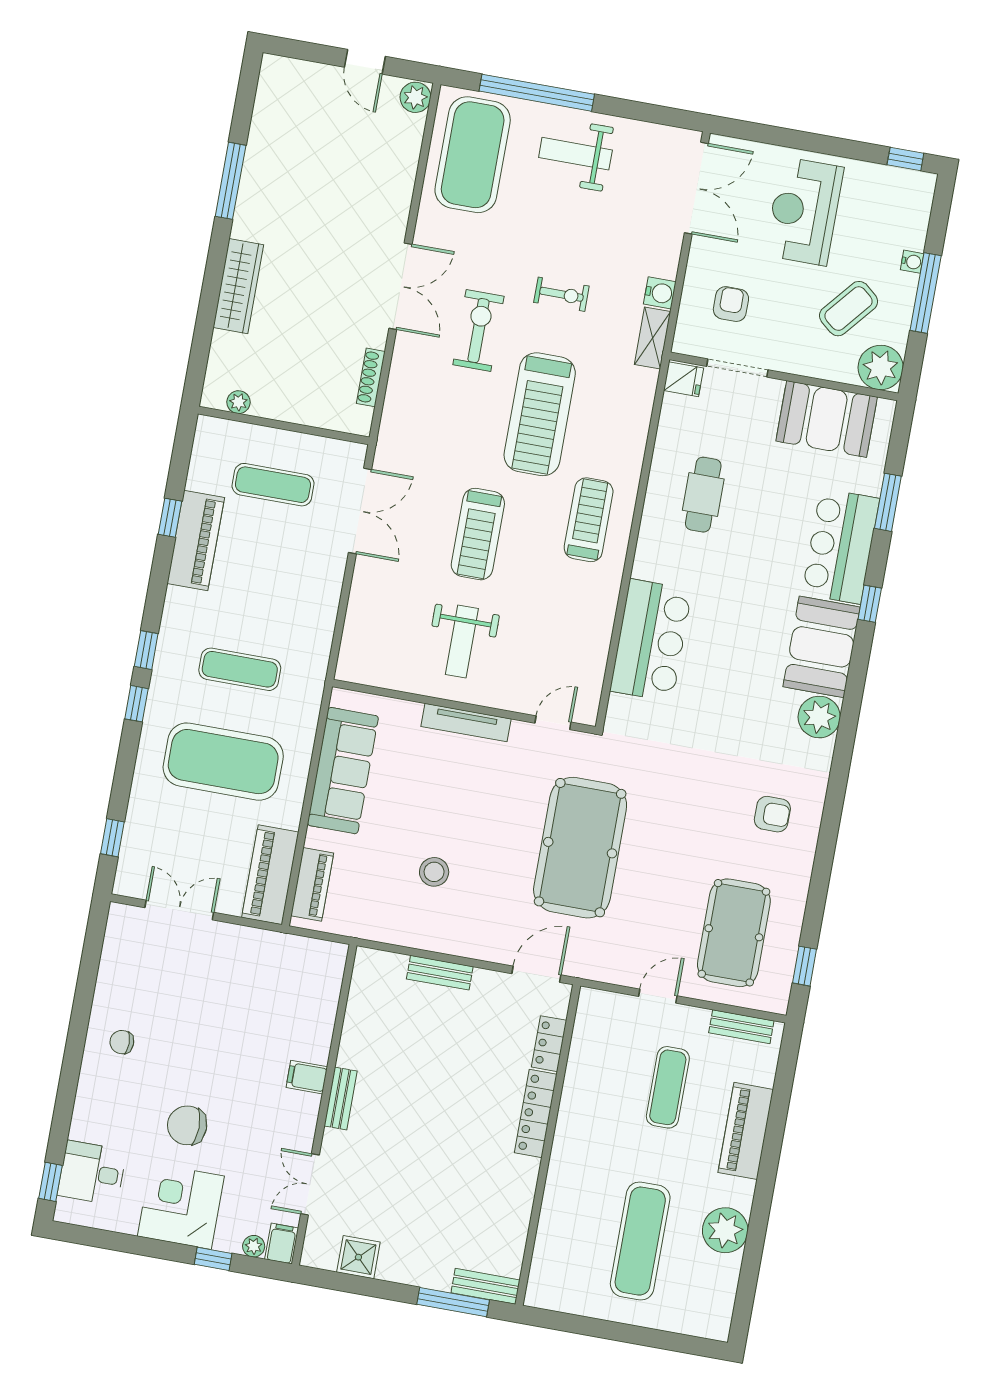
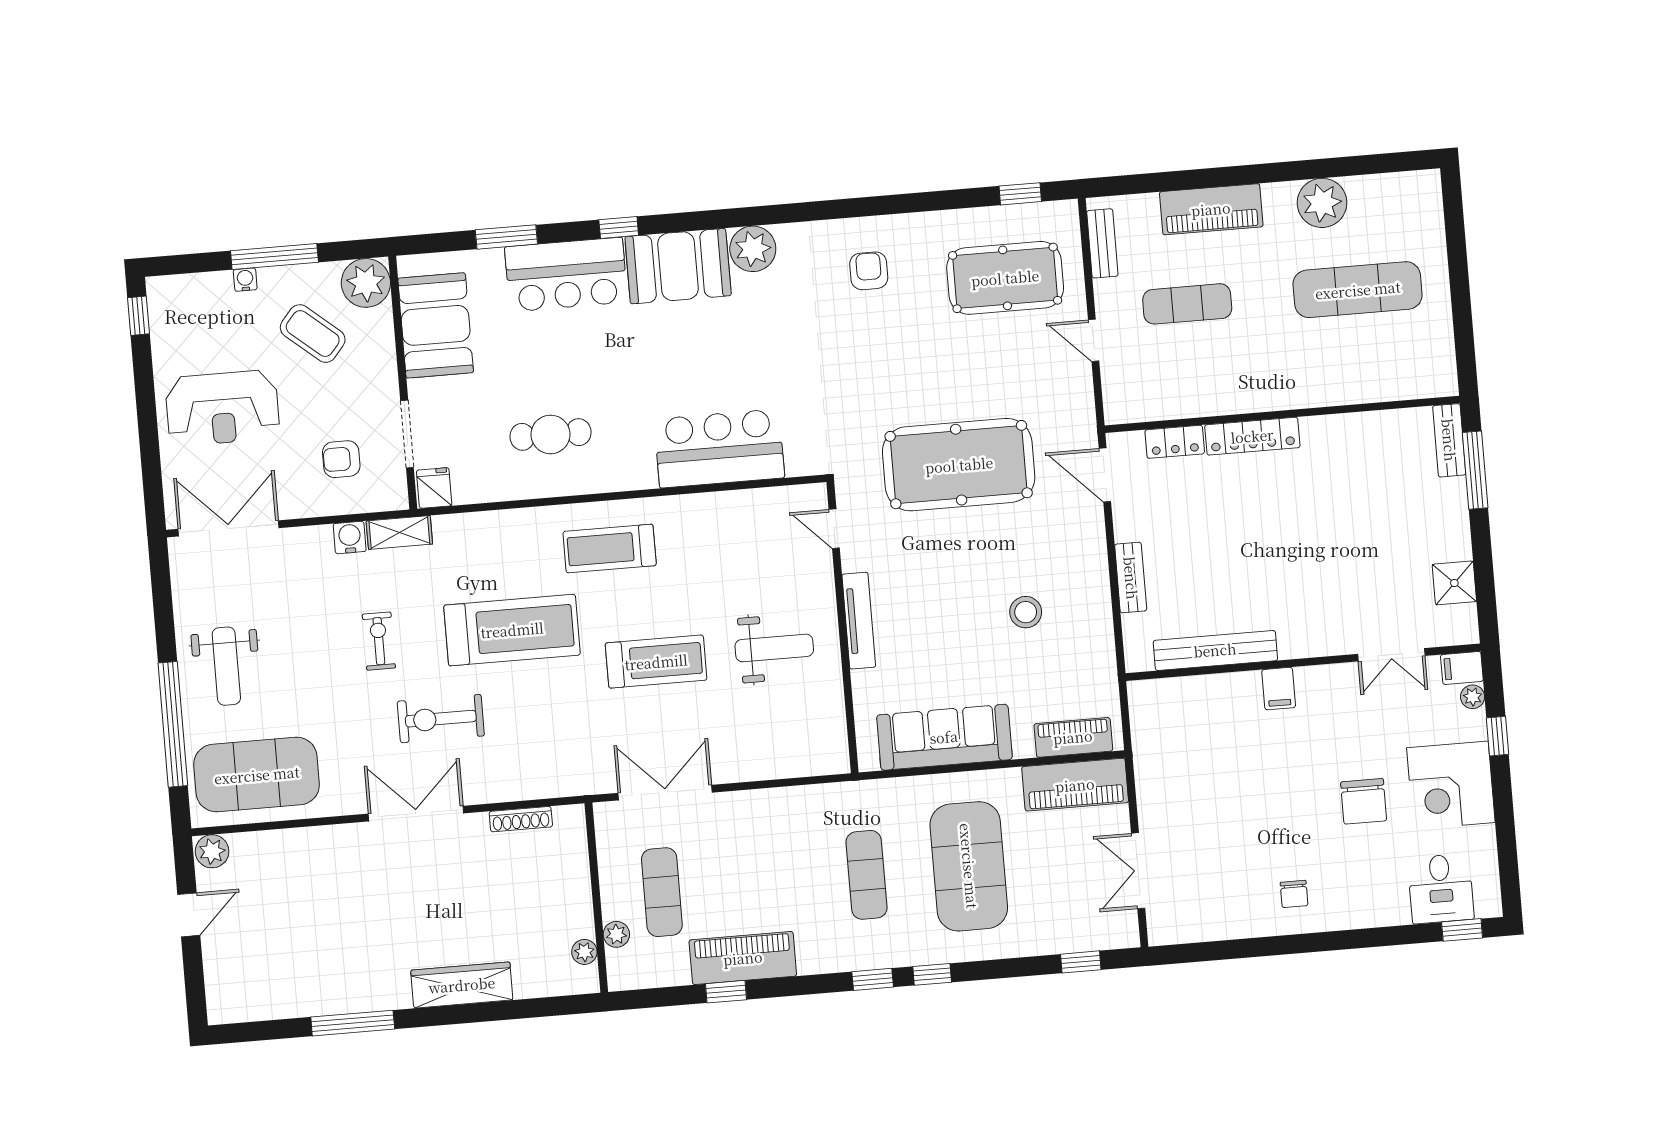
plant: (246, 435) -> (616, 934), added
bench: (341, 1098) -> (1215, 650), moved, width x1.86, depth x1.21

